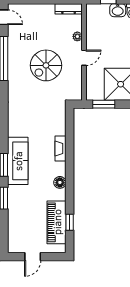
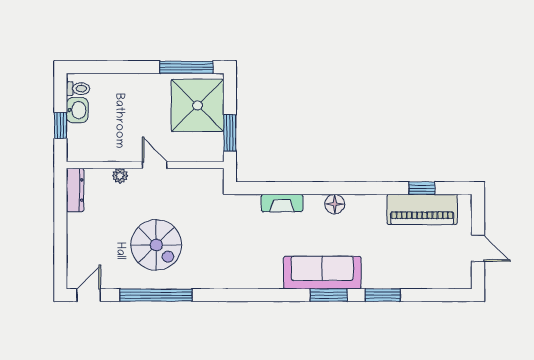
spiral stairs: (46, 65) -> (156, 245), moved
fireplace: (61, 148) -> (282, 203), moved
floor lamp: (60, 182) -> (335, 204), moved

